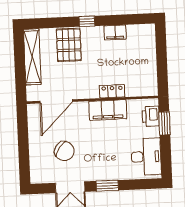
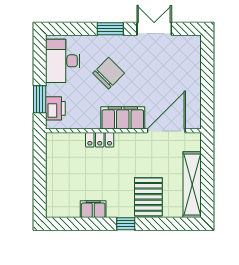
filing cabinet: (108, 110) -> (123, 118), moved
chair: (64, 151) -> (109, 73), moved, turned 99

